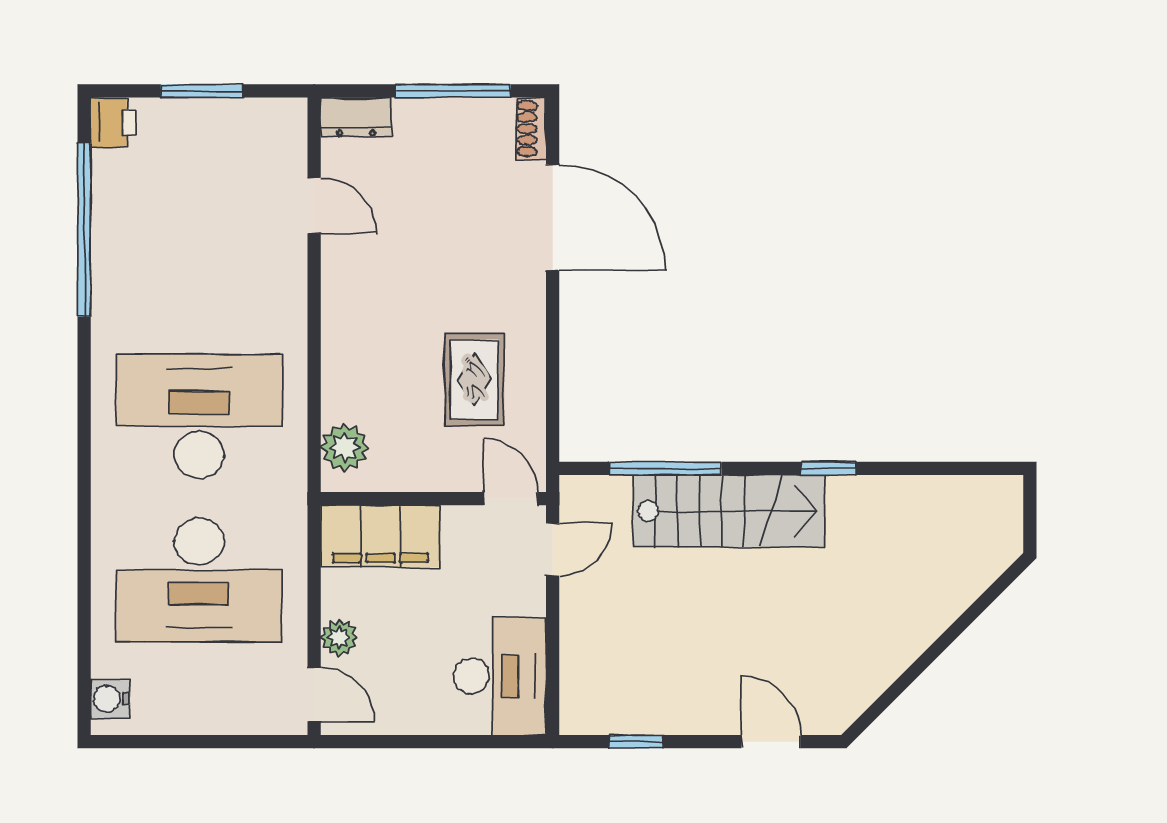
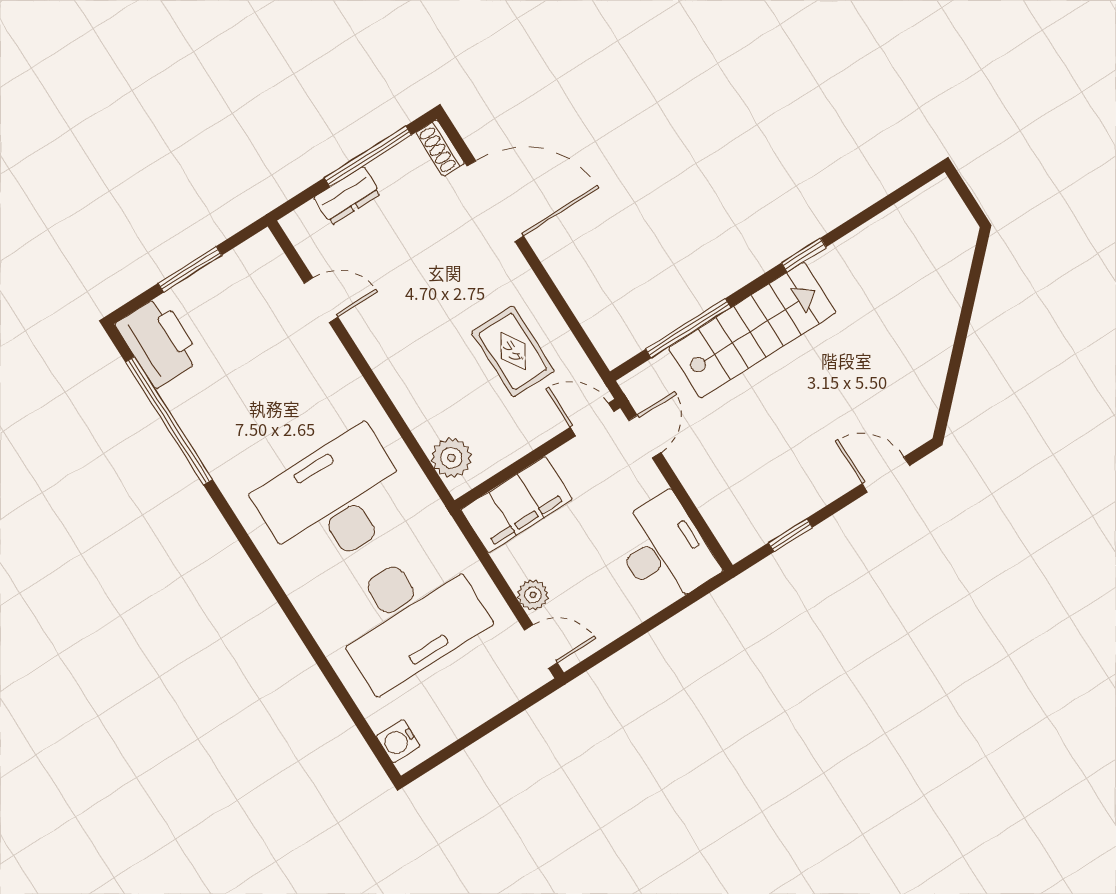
dresser: (356, 117) -> (347, 196), moved
printer: (113, 122) -> (159, 342), width x1.87, depth x1.48

